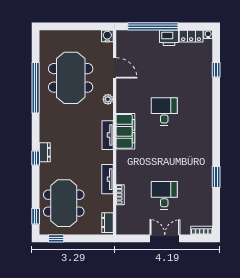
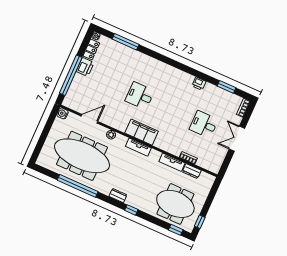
window: (216, 70) -> (126, 42), width x2.17
meeting table: (71, 78) -> (82, 156), width x1.36
dresser: (45, 152) -> (118, 196), moved
printer: (206, 170) -> (199, 84), added
window: (216, 177) -> (227, 87), moved
dresser: (107, 223) -> (192, 171), moved

